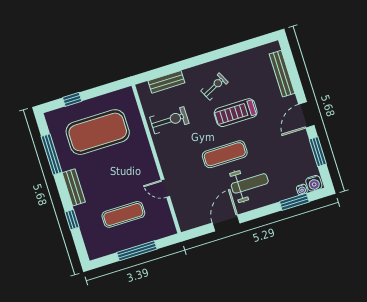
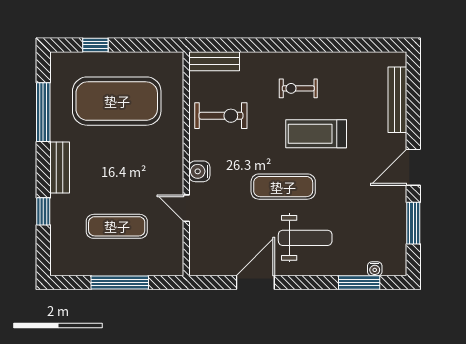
bench: (166, 82) -> (214, 61), moved
exercise bike: (215, 86) -> (298, 88), turned -153
water cooler: (314, 183) -> (199, 171), moved, turned 90

